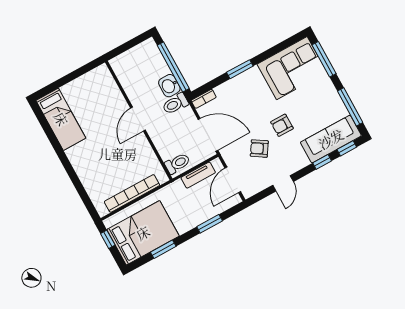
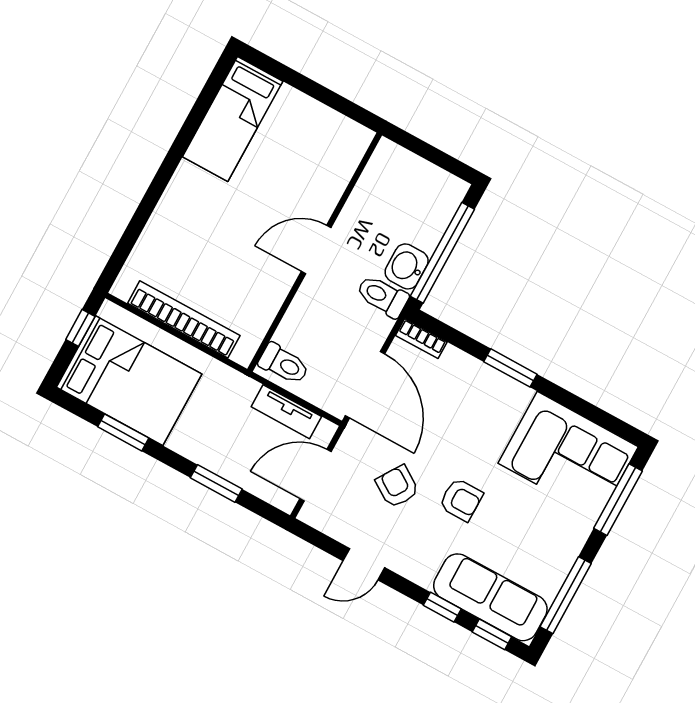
armchair: (282, 125) -> (461, 500), turned 180

